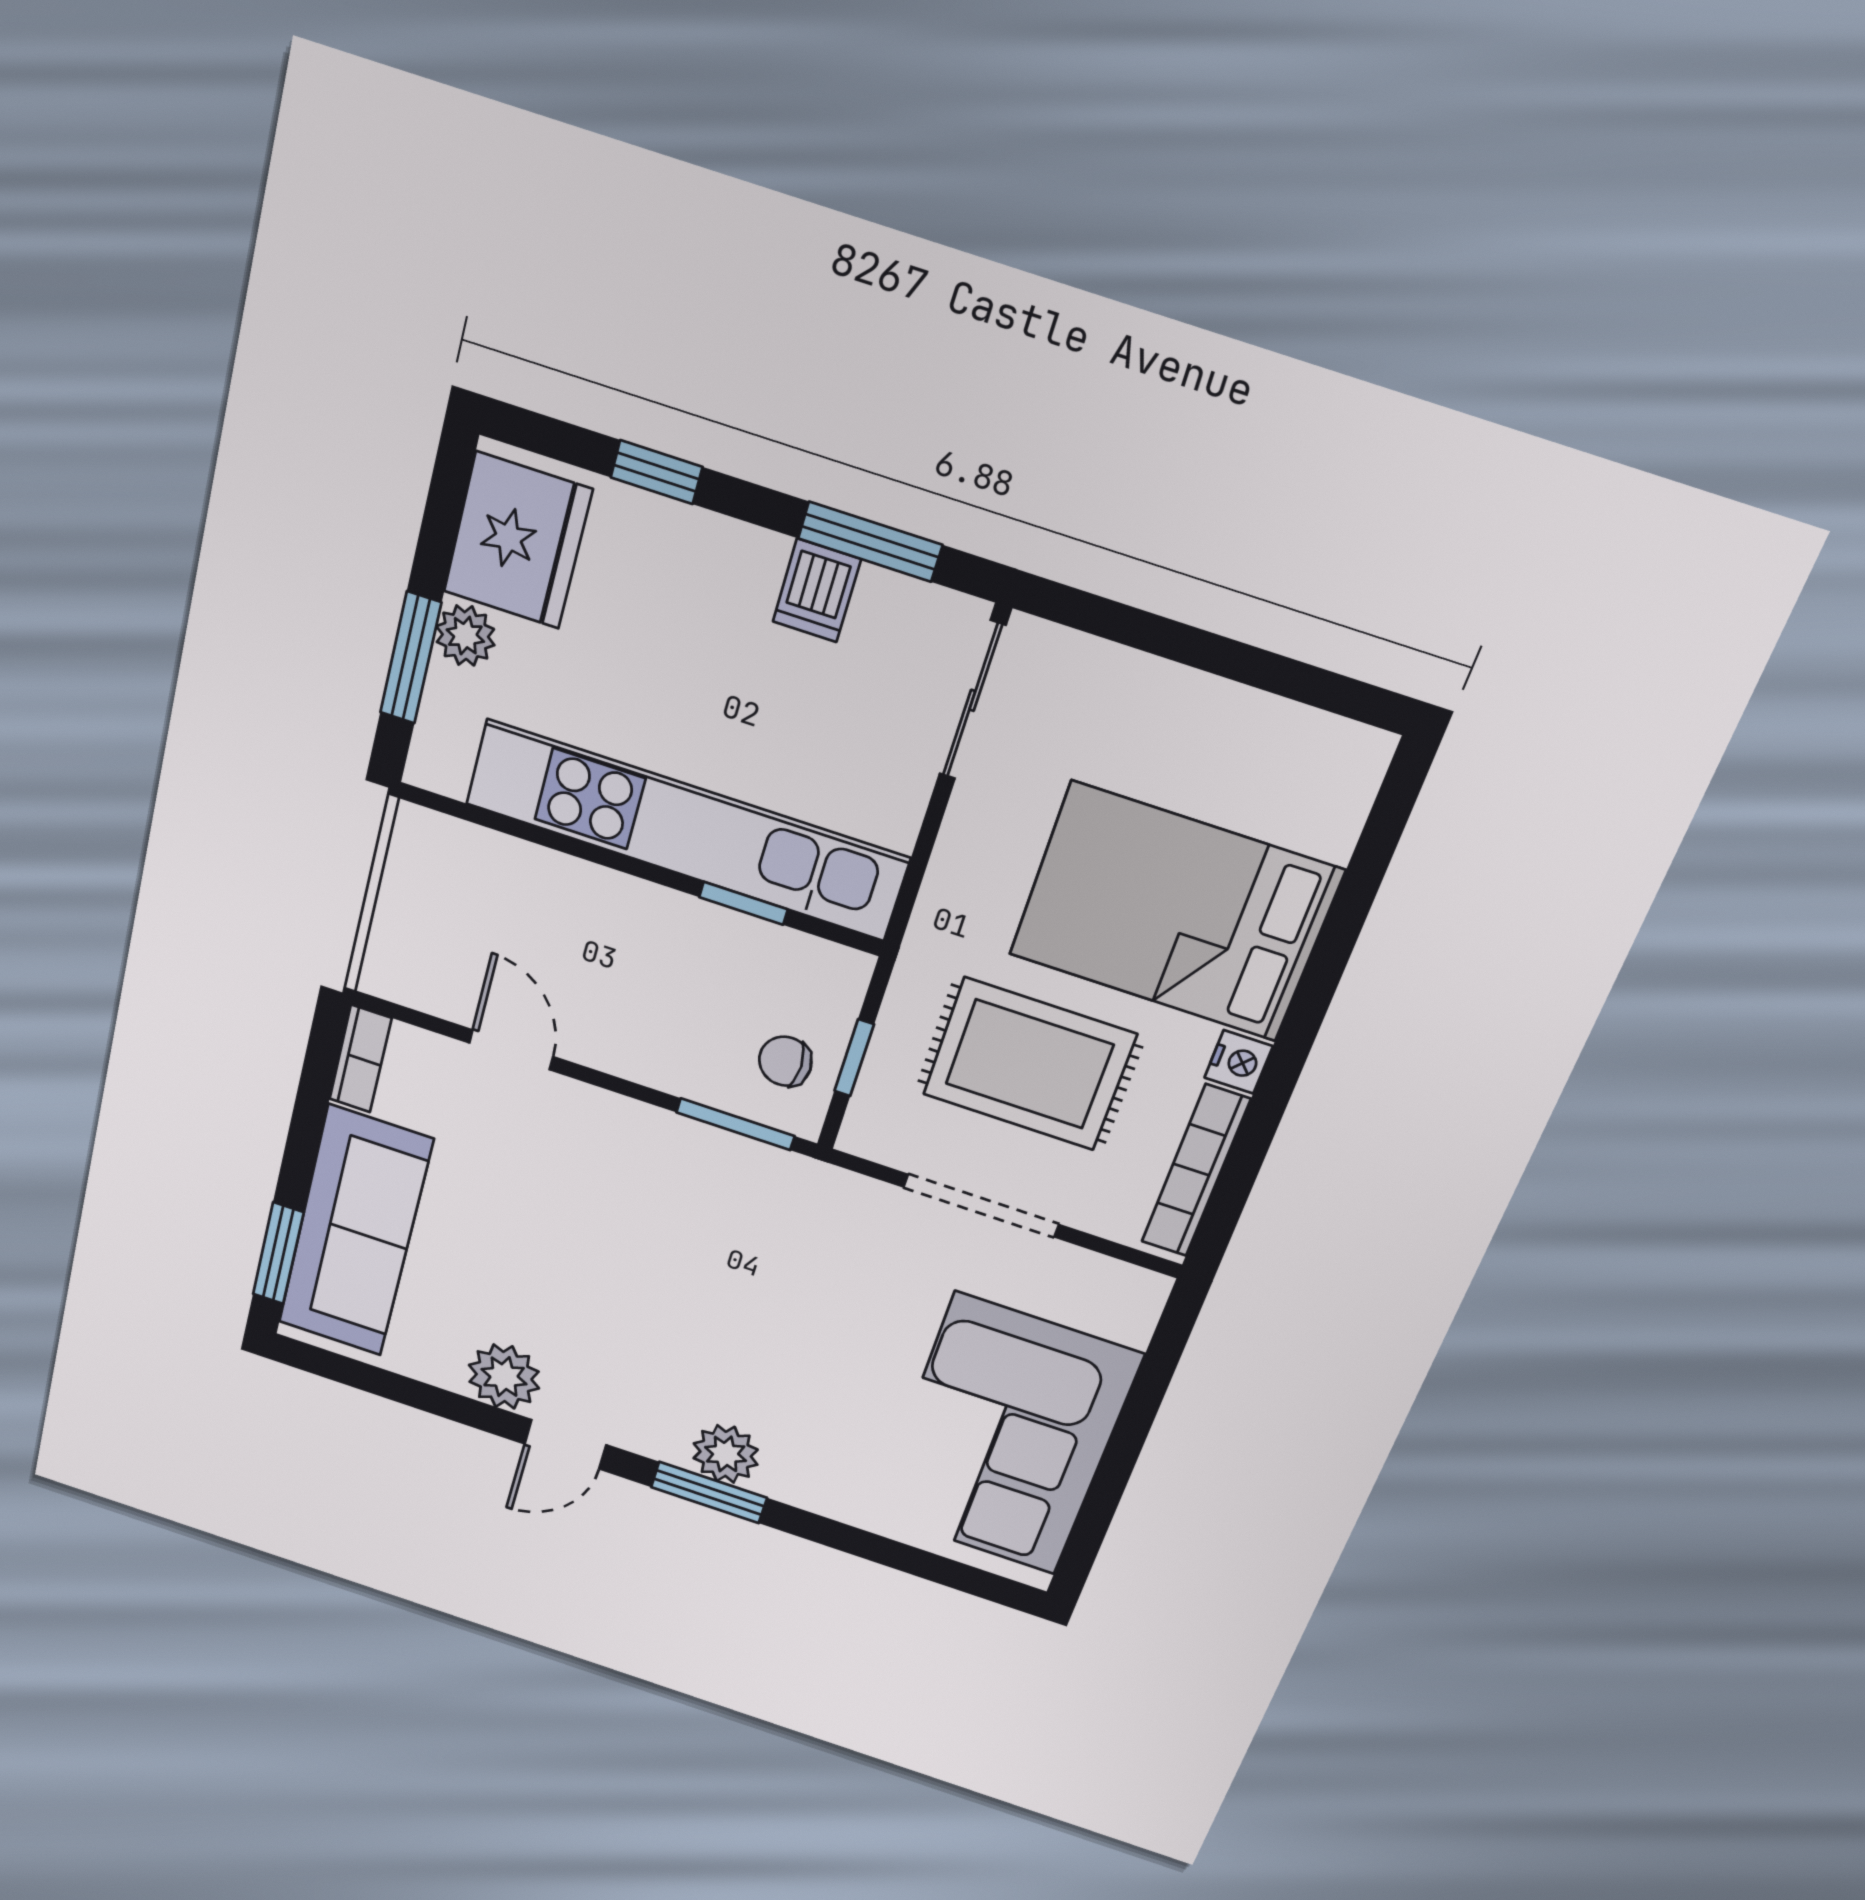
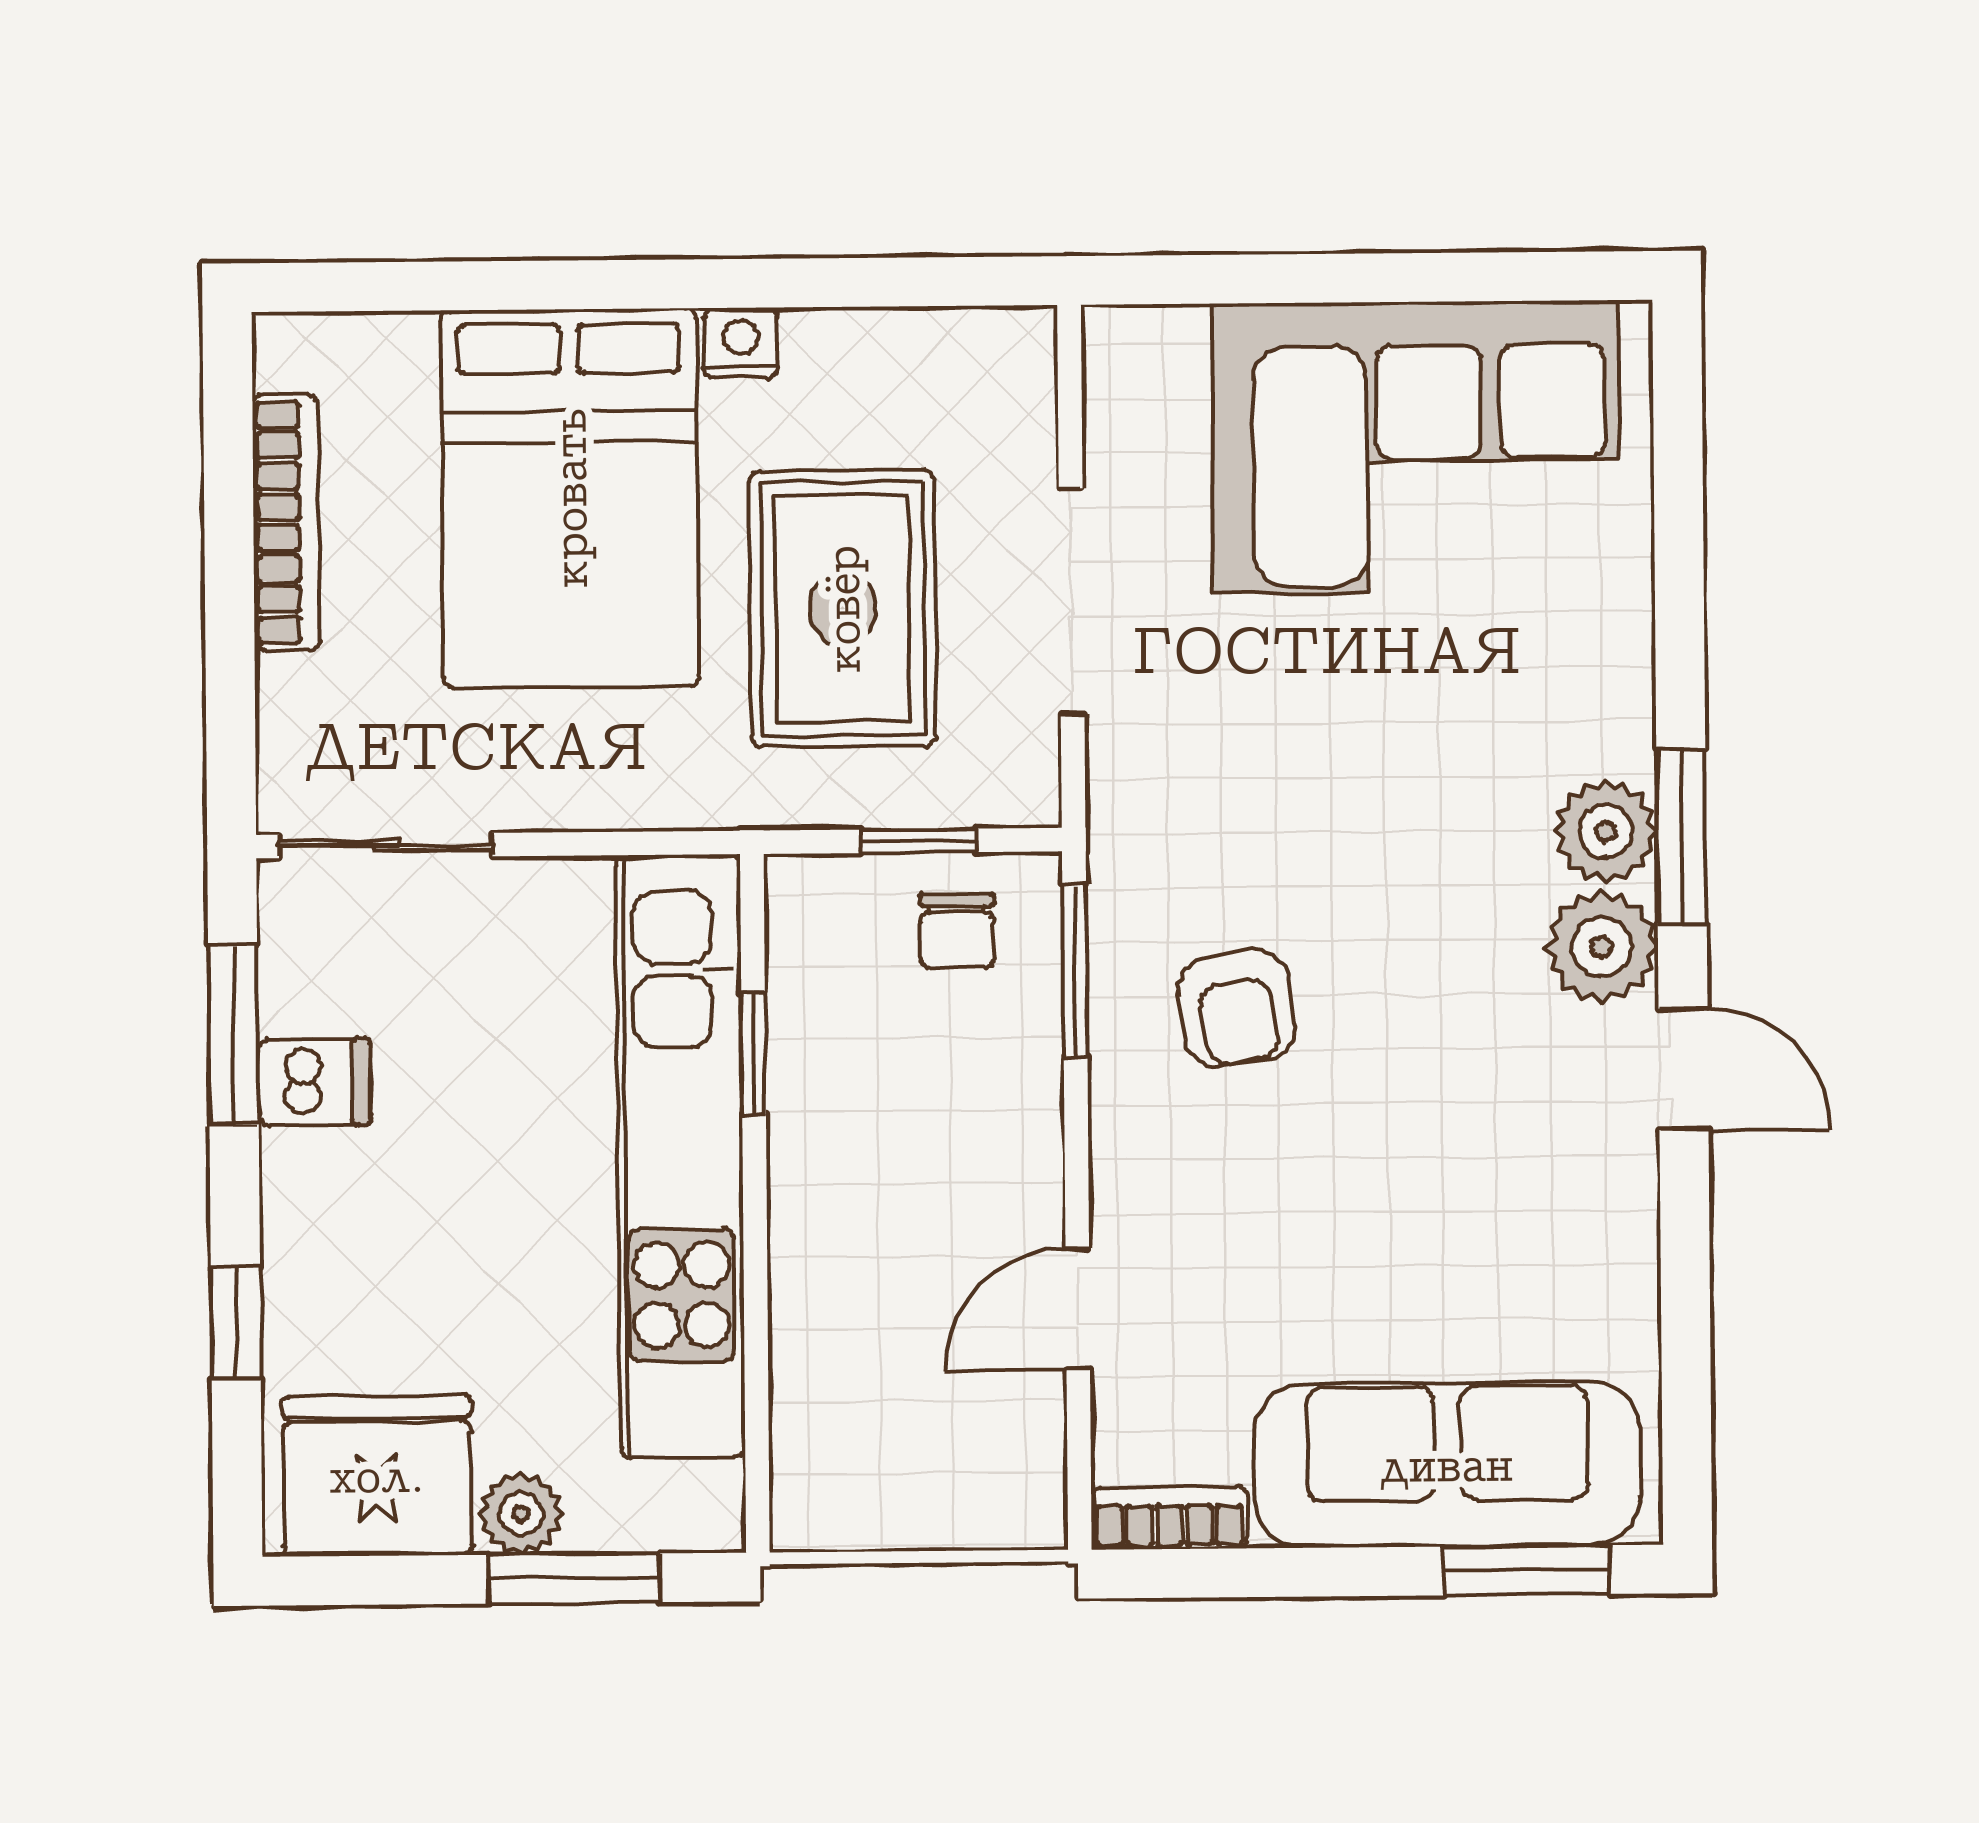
bookcase: (1196, 1171) -> (286, 522), moved, turned -90
armchair: (680, 1212) -> (1237, 1008), added
plant: (504, 1377) -> (1602, 947), moved

